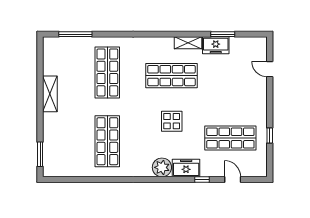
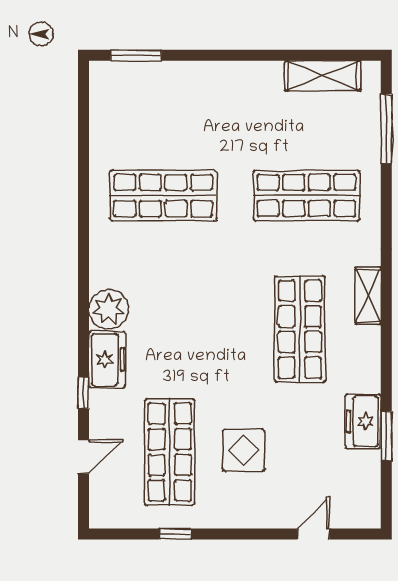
shelving: (188, 43) -> (368, 296), moved
shelving: (50, 94) -> (323, 76), moved
display table: (172, 121) -> (244, 450), moved

